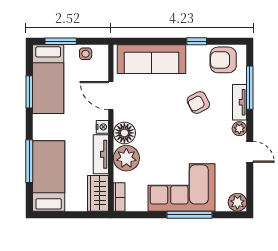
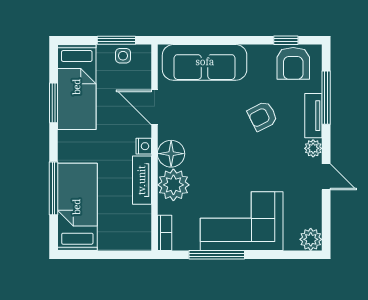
window: (61, 41) -> (116, 40), moved
window: (197, 41) -> (286, 40), moved
armchair: (223, 60) -> (293, 63), turned -90
wardrobe: (98, 193) -> (138, 228), removed
window: (190, 215) -> (217, 255), moved

